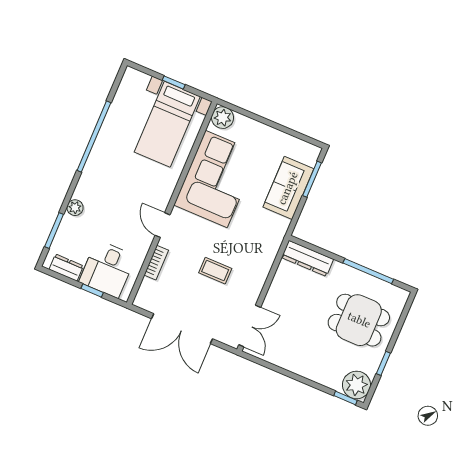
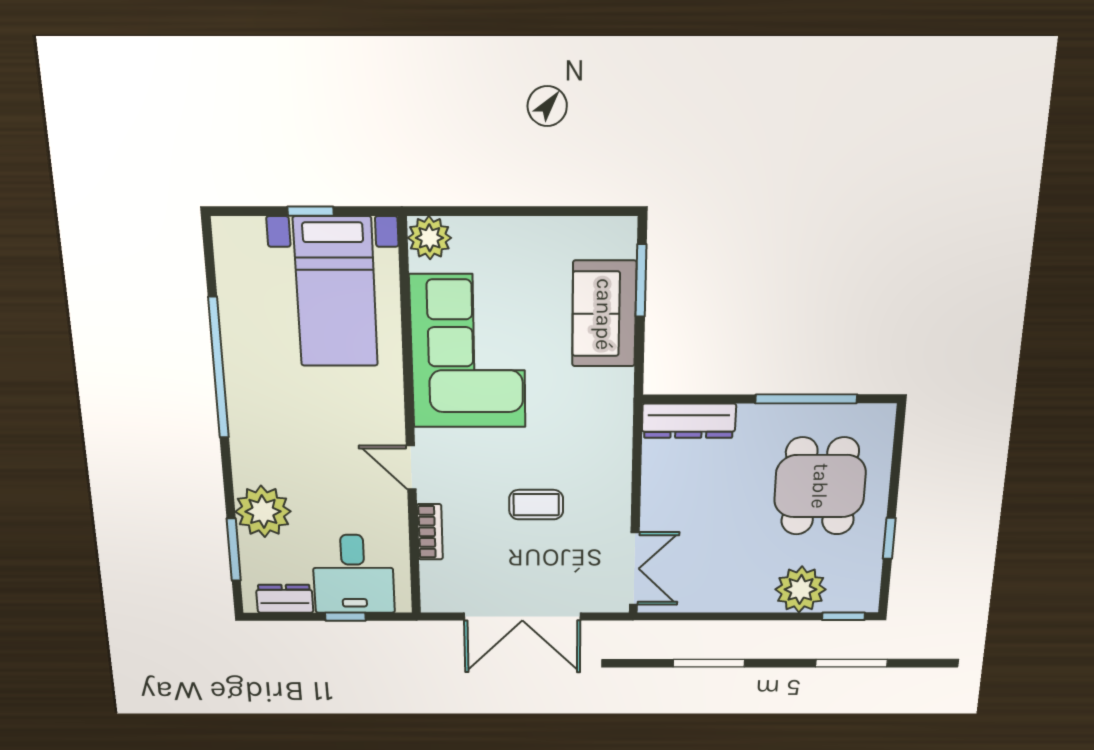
plant: (75, 208) -> (263, 511), width x1.87, depth x1.87
dining table: (359, 320) -> (820, 486), turned 90
plant: (356, 385) -> (801, 589), moved

